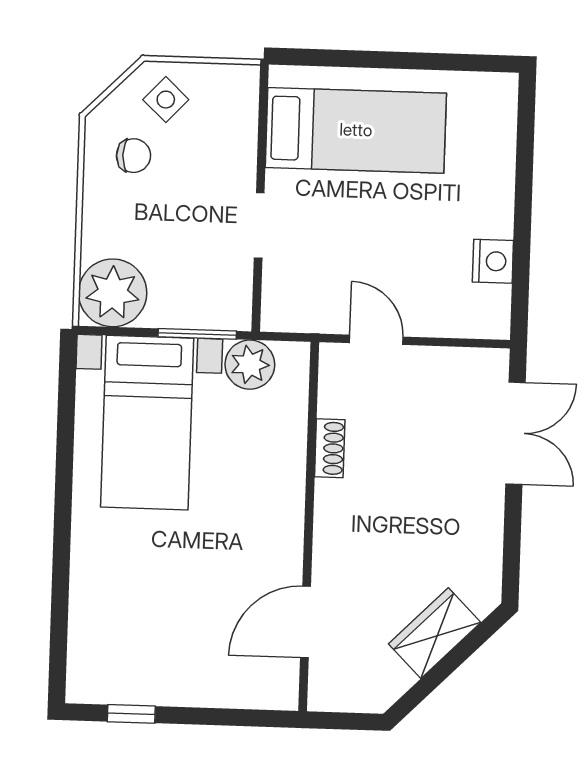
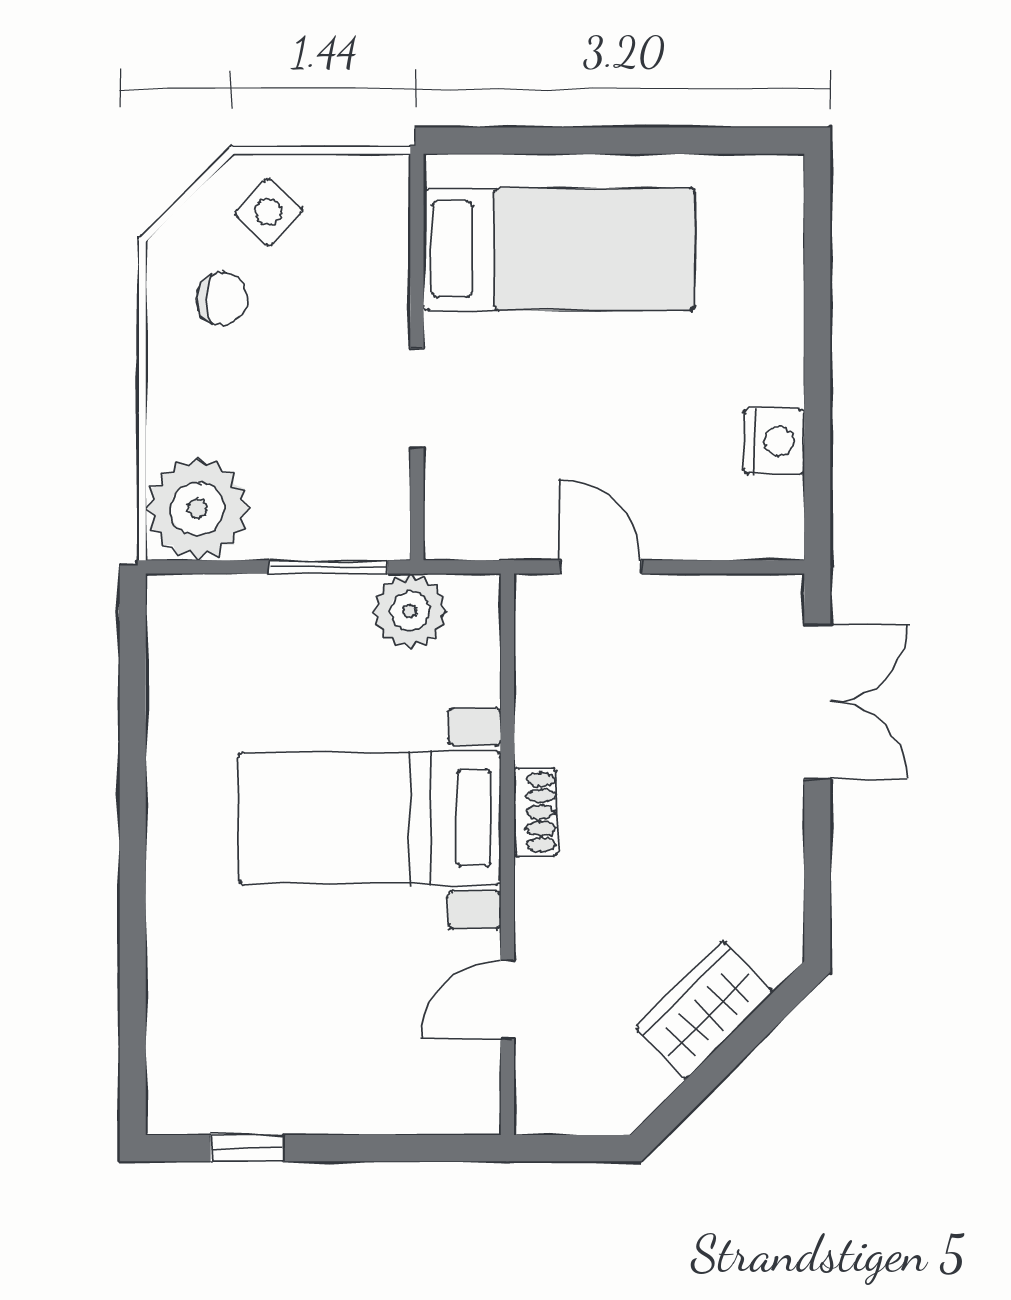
bed with nightstands: (147, 423) -> (370, 818), moved, turned 90
shoe rack: (330, 448) -> (535, 812), moved
door: (305, 622) -> (507, 1000), width x0.73

